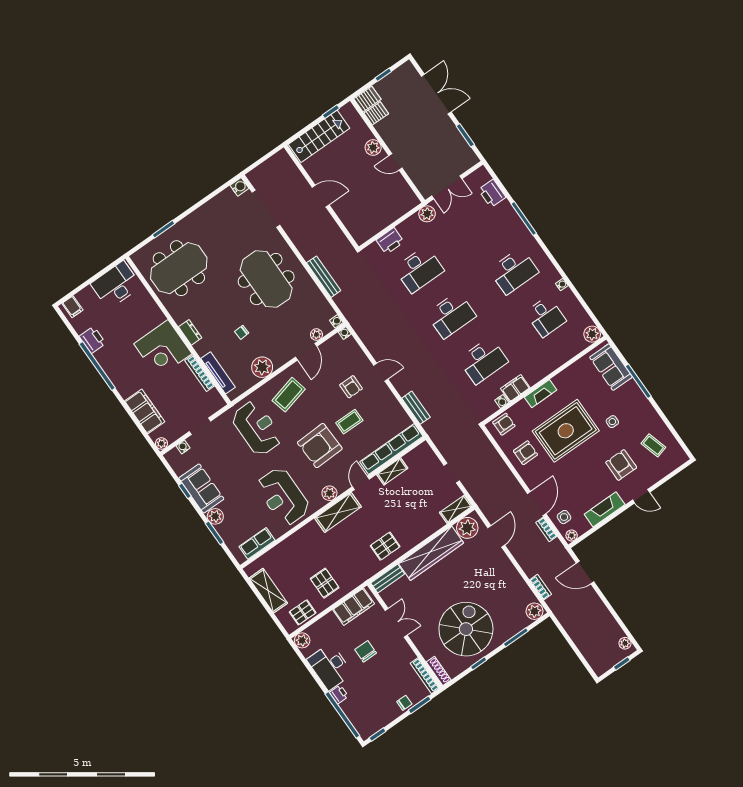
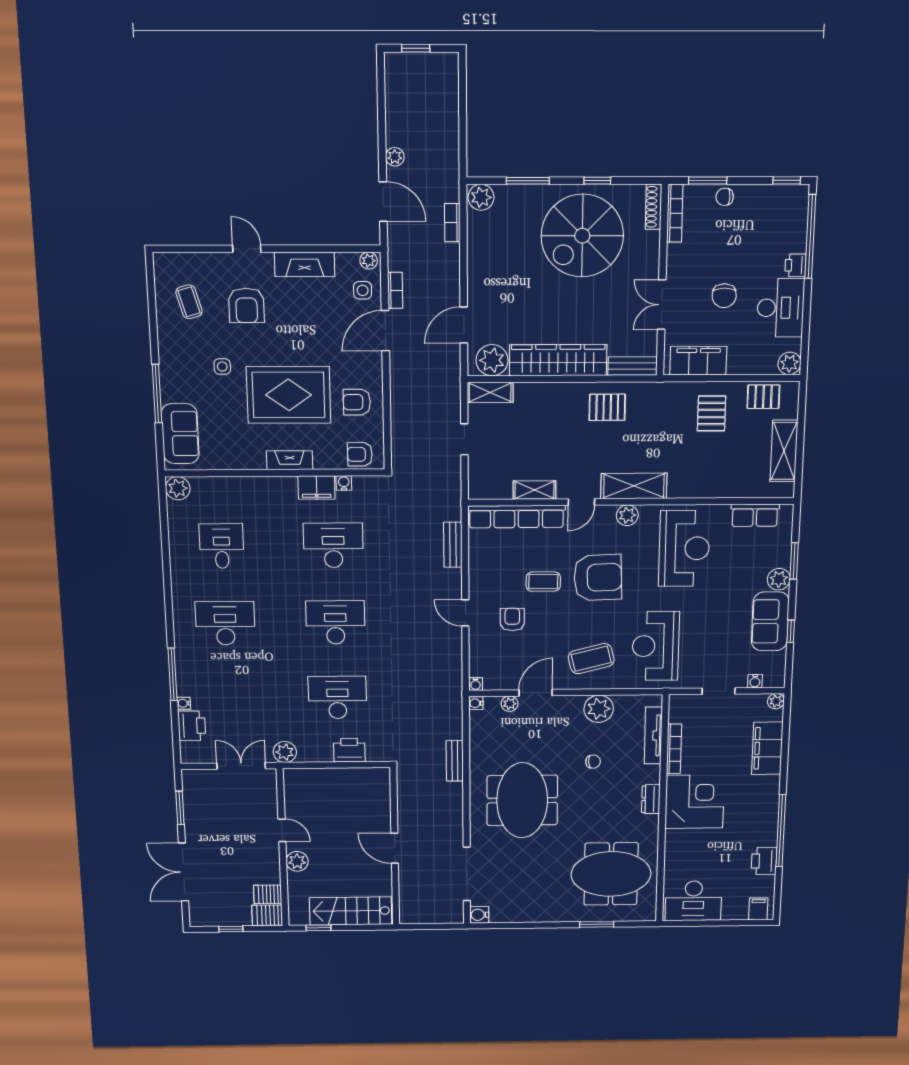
bench: (324, 277) -> (455, 761), width x0.73
water cooler: (562, 285) -> (184, 703), moved
plant: (625, 643) -> (395, 157), moved

